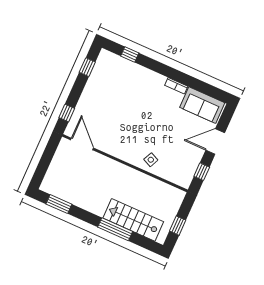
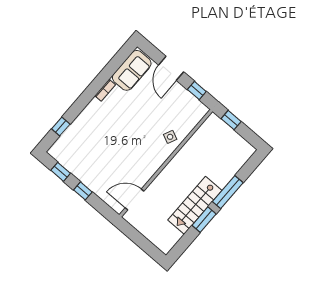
window: (67, 113) -> (83, 191), moved
window: (59, 204) -> (204, 220), moved
stairs: (133, 220) -> (195, 205), moved
window: (178, 226) -> (231, 120), moved

